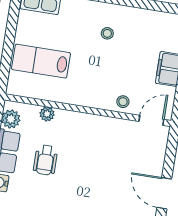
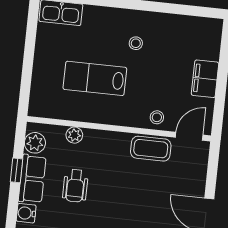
lab bench: (41, 61) -> (95, 78), moved
coffee table: (116, 130) -> (151, 149), added

